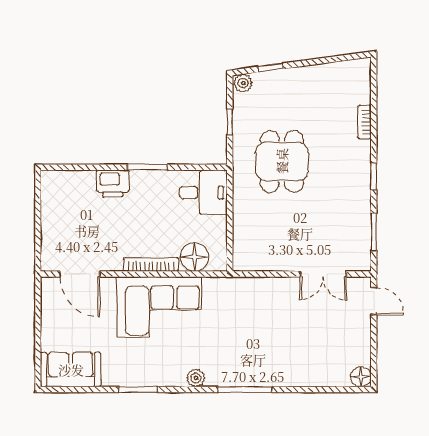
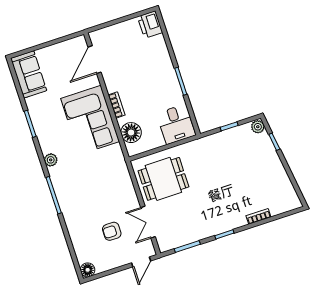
dining table: (282, 161) -> (163, 179), moved
printer: (113, 183) -> (150, 25), moved
bookcase: (151, 264) -> (117, 105), width x0.64
armchair: (319, 327) -> (112, 231), added

